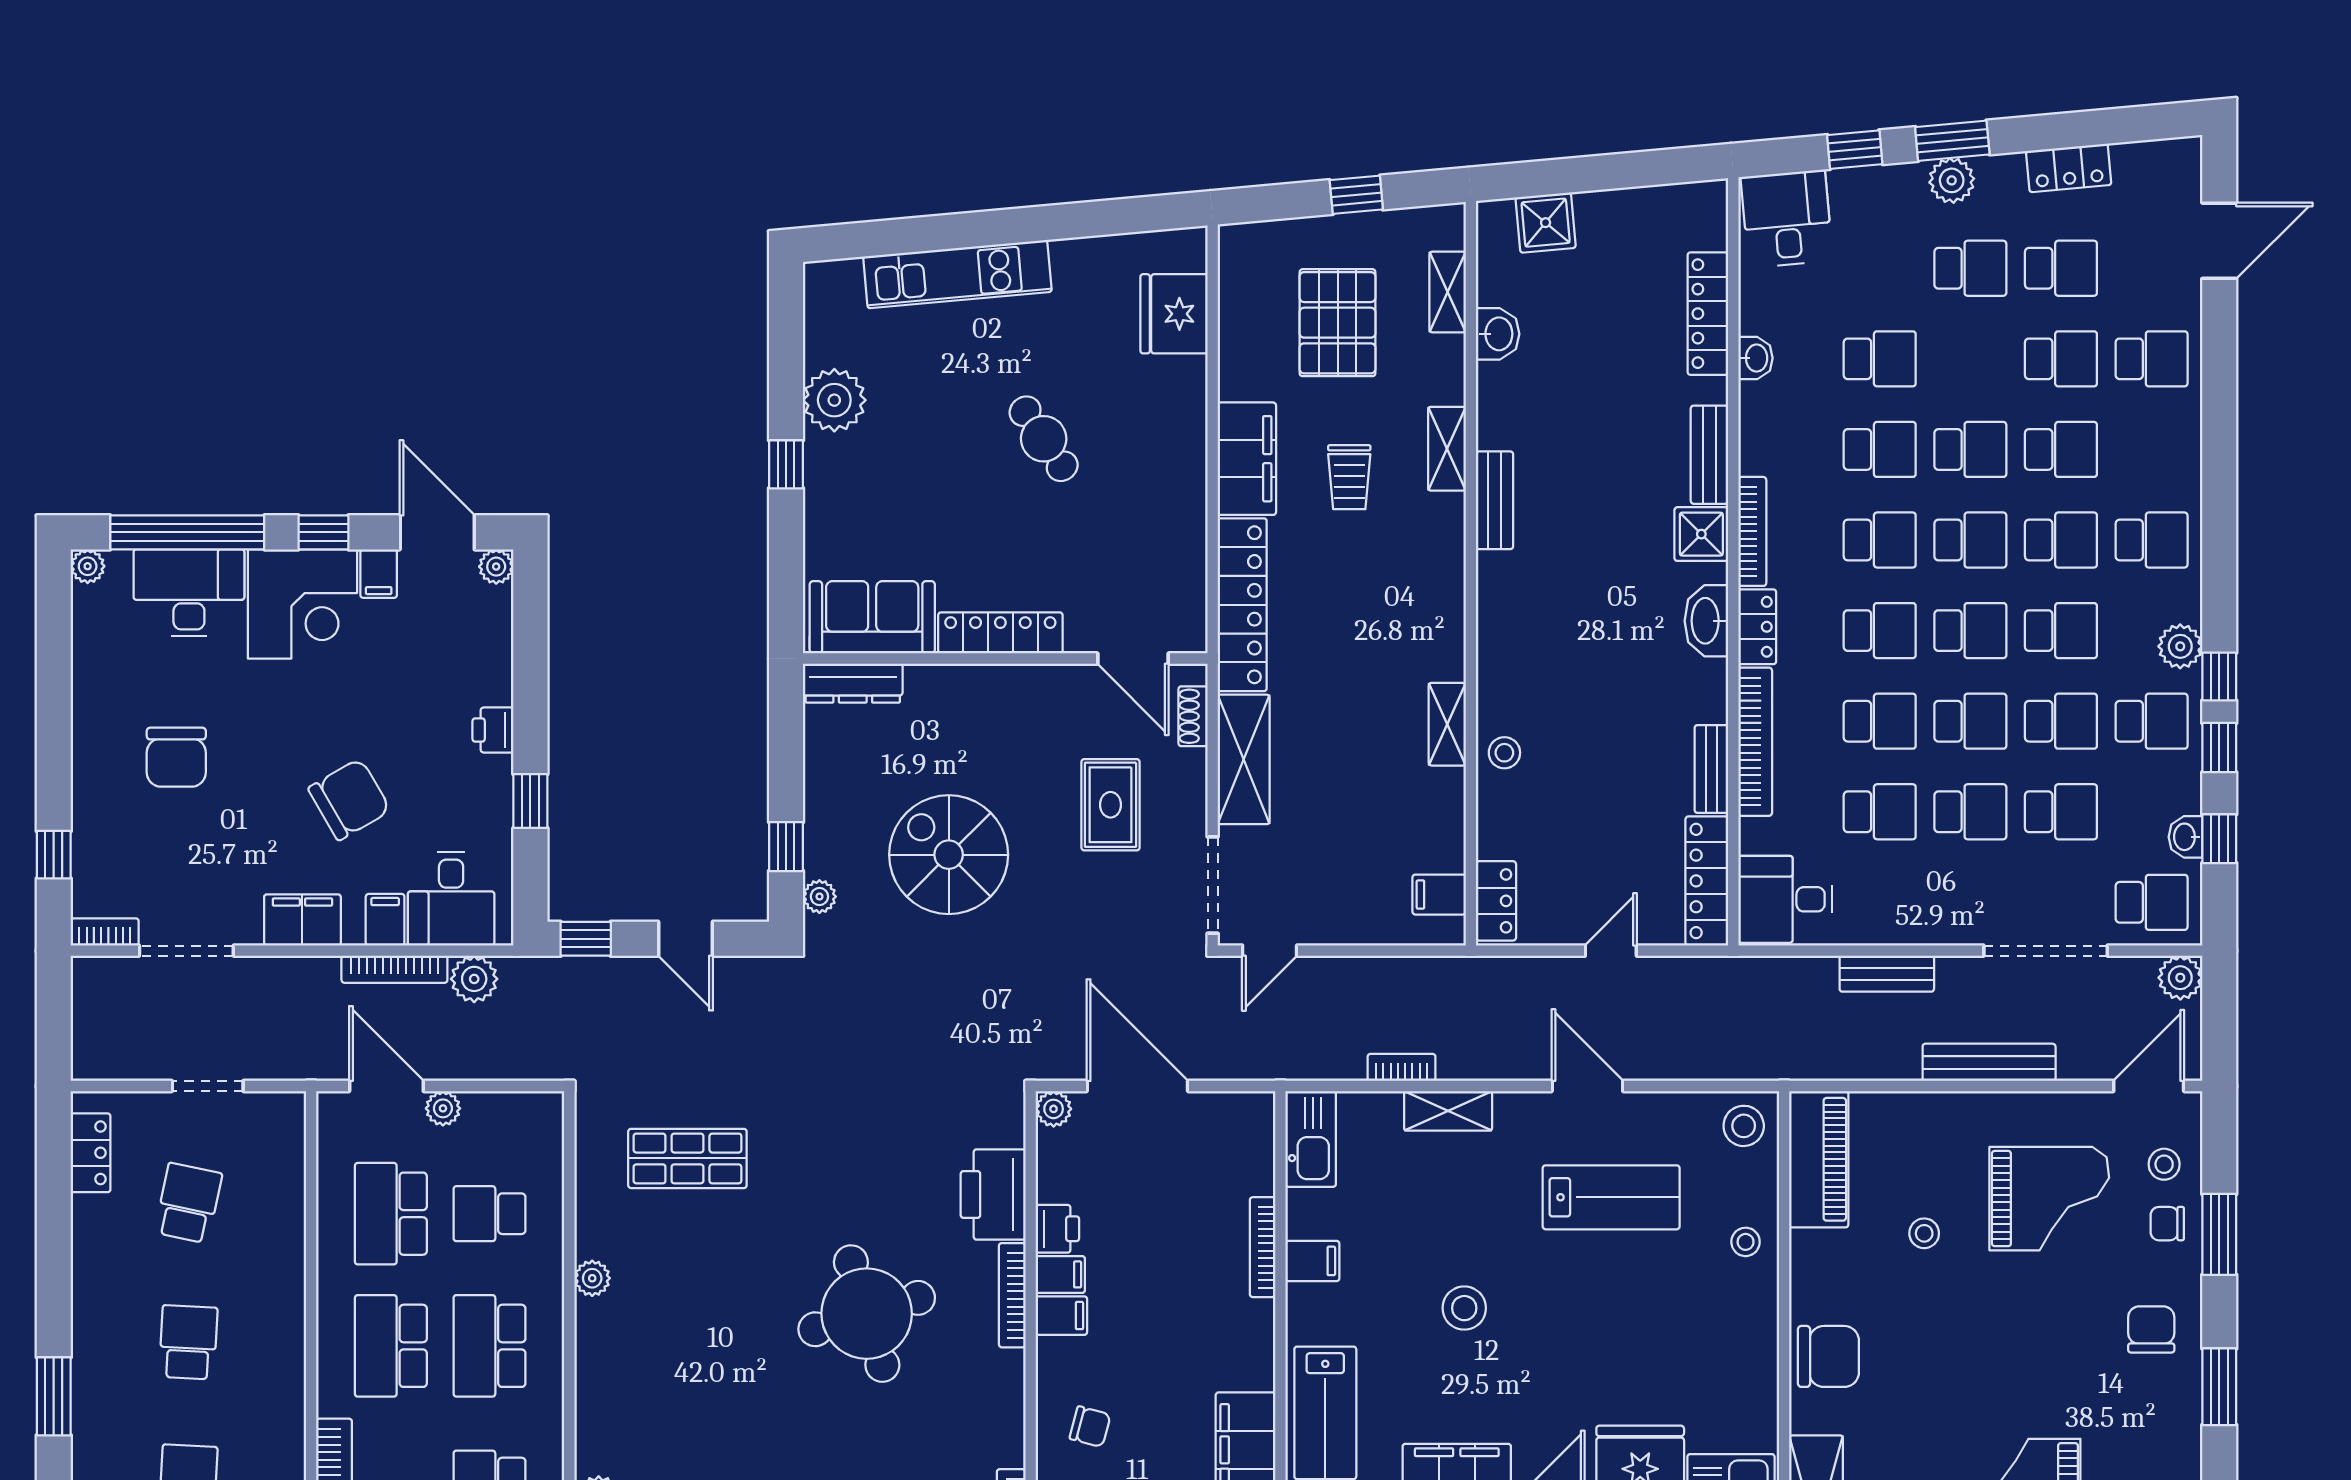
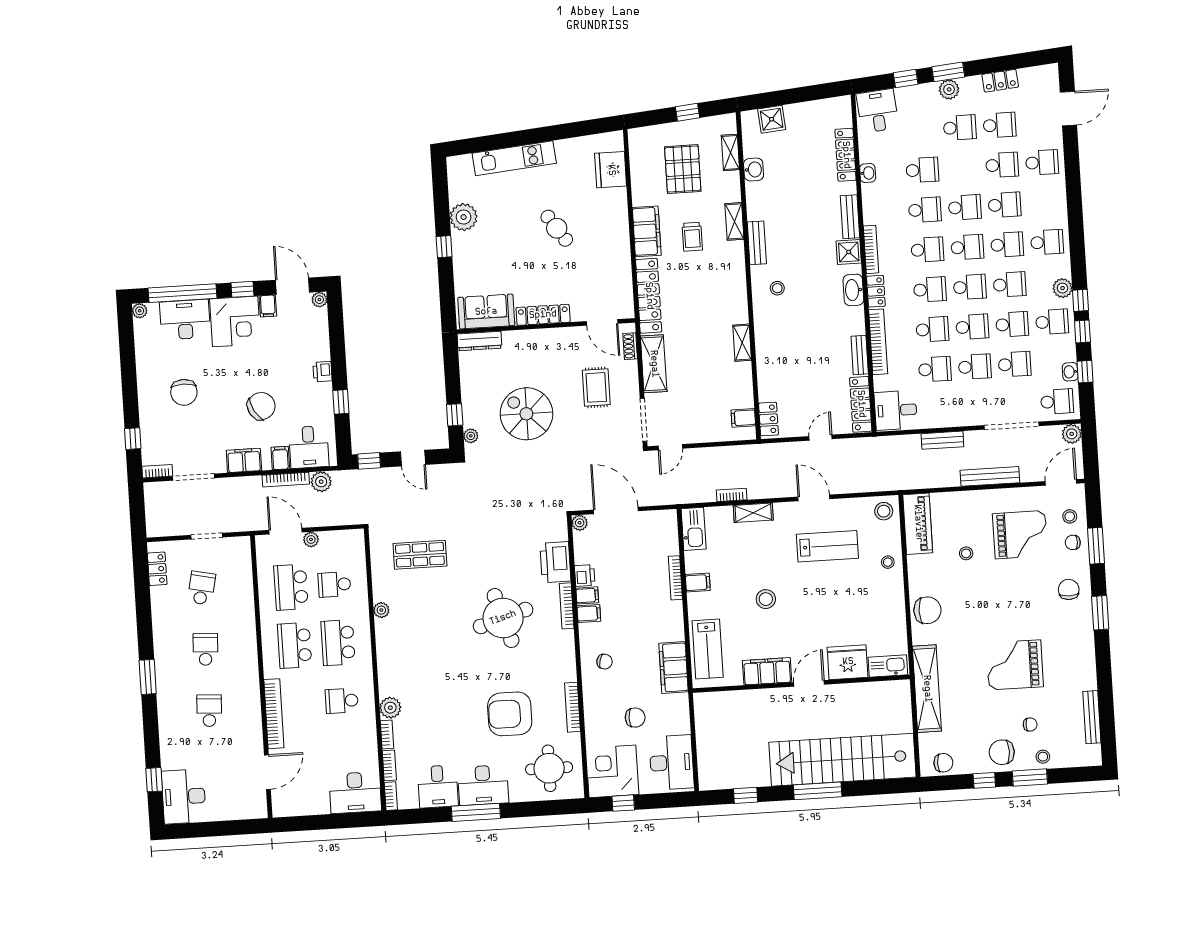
stool: (1504, 753) -> (777, 288), moved

